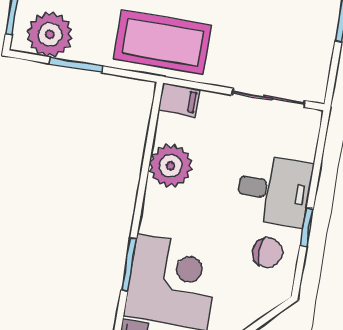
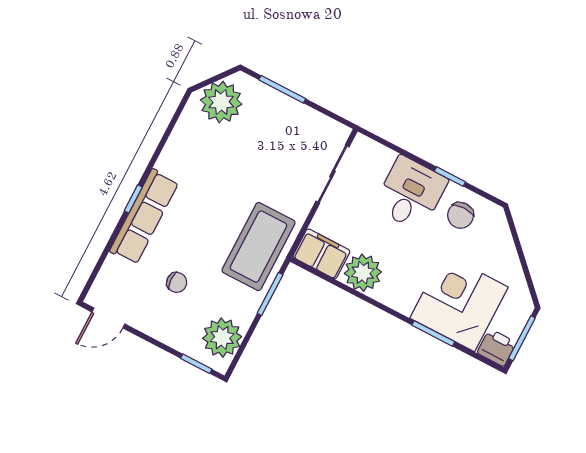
window: (76, 65) -> (270, 294), moved
filing cabinet: (179, 100) -> (321, 254), width x2.00
chair: (268, 253) -> (460, 215), turned 180

